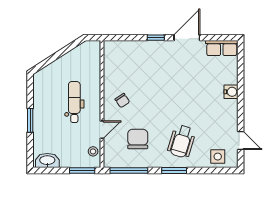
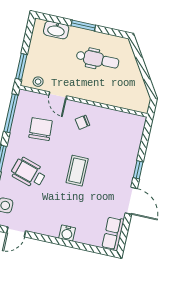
coffee table: (169, 95) -> (77, 171), added
dental chair: (74, 102) -> (98, 59), moved
chair: (138, 139) -> (41, 129), turned -93
washbasin: (47, 161) -> (56, 30), moved, turned 90

